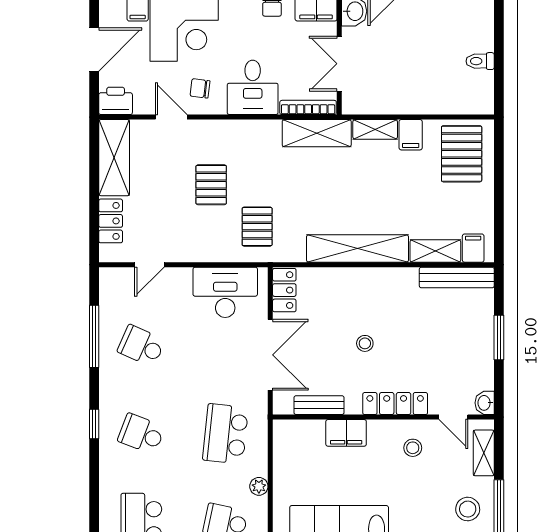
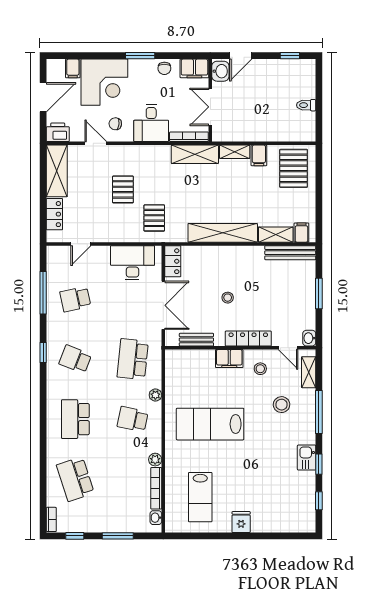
school desk: (141, 346) -> (75, 299), turned -36
filing cabinet: (346, 433) -> (229, 359), moved
stool: (468, 509) -> (282, 405), moved

